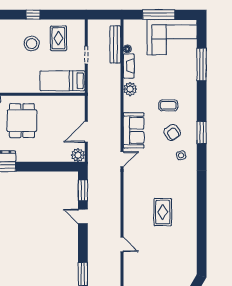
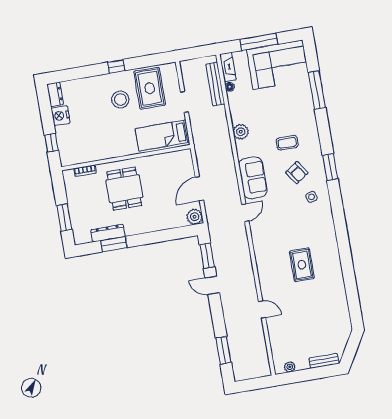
rug: (58, 38) -> (150, 88), width x1.36, depth x1.43
fireplace: (129, 66) -> (228, 67), moved

